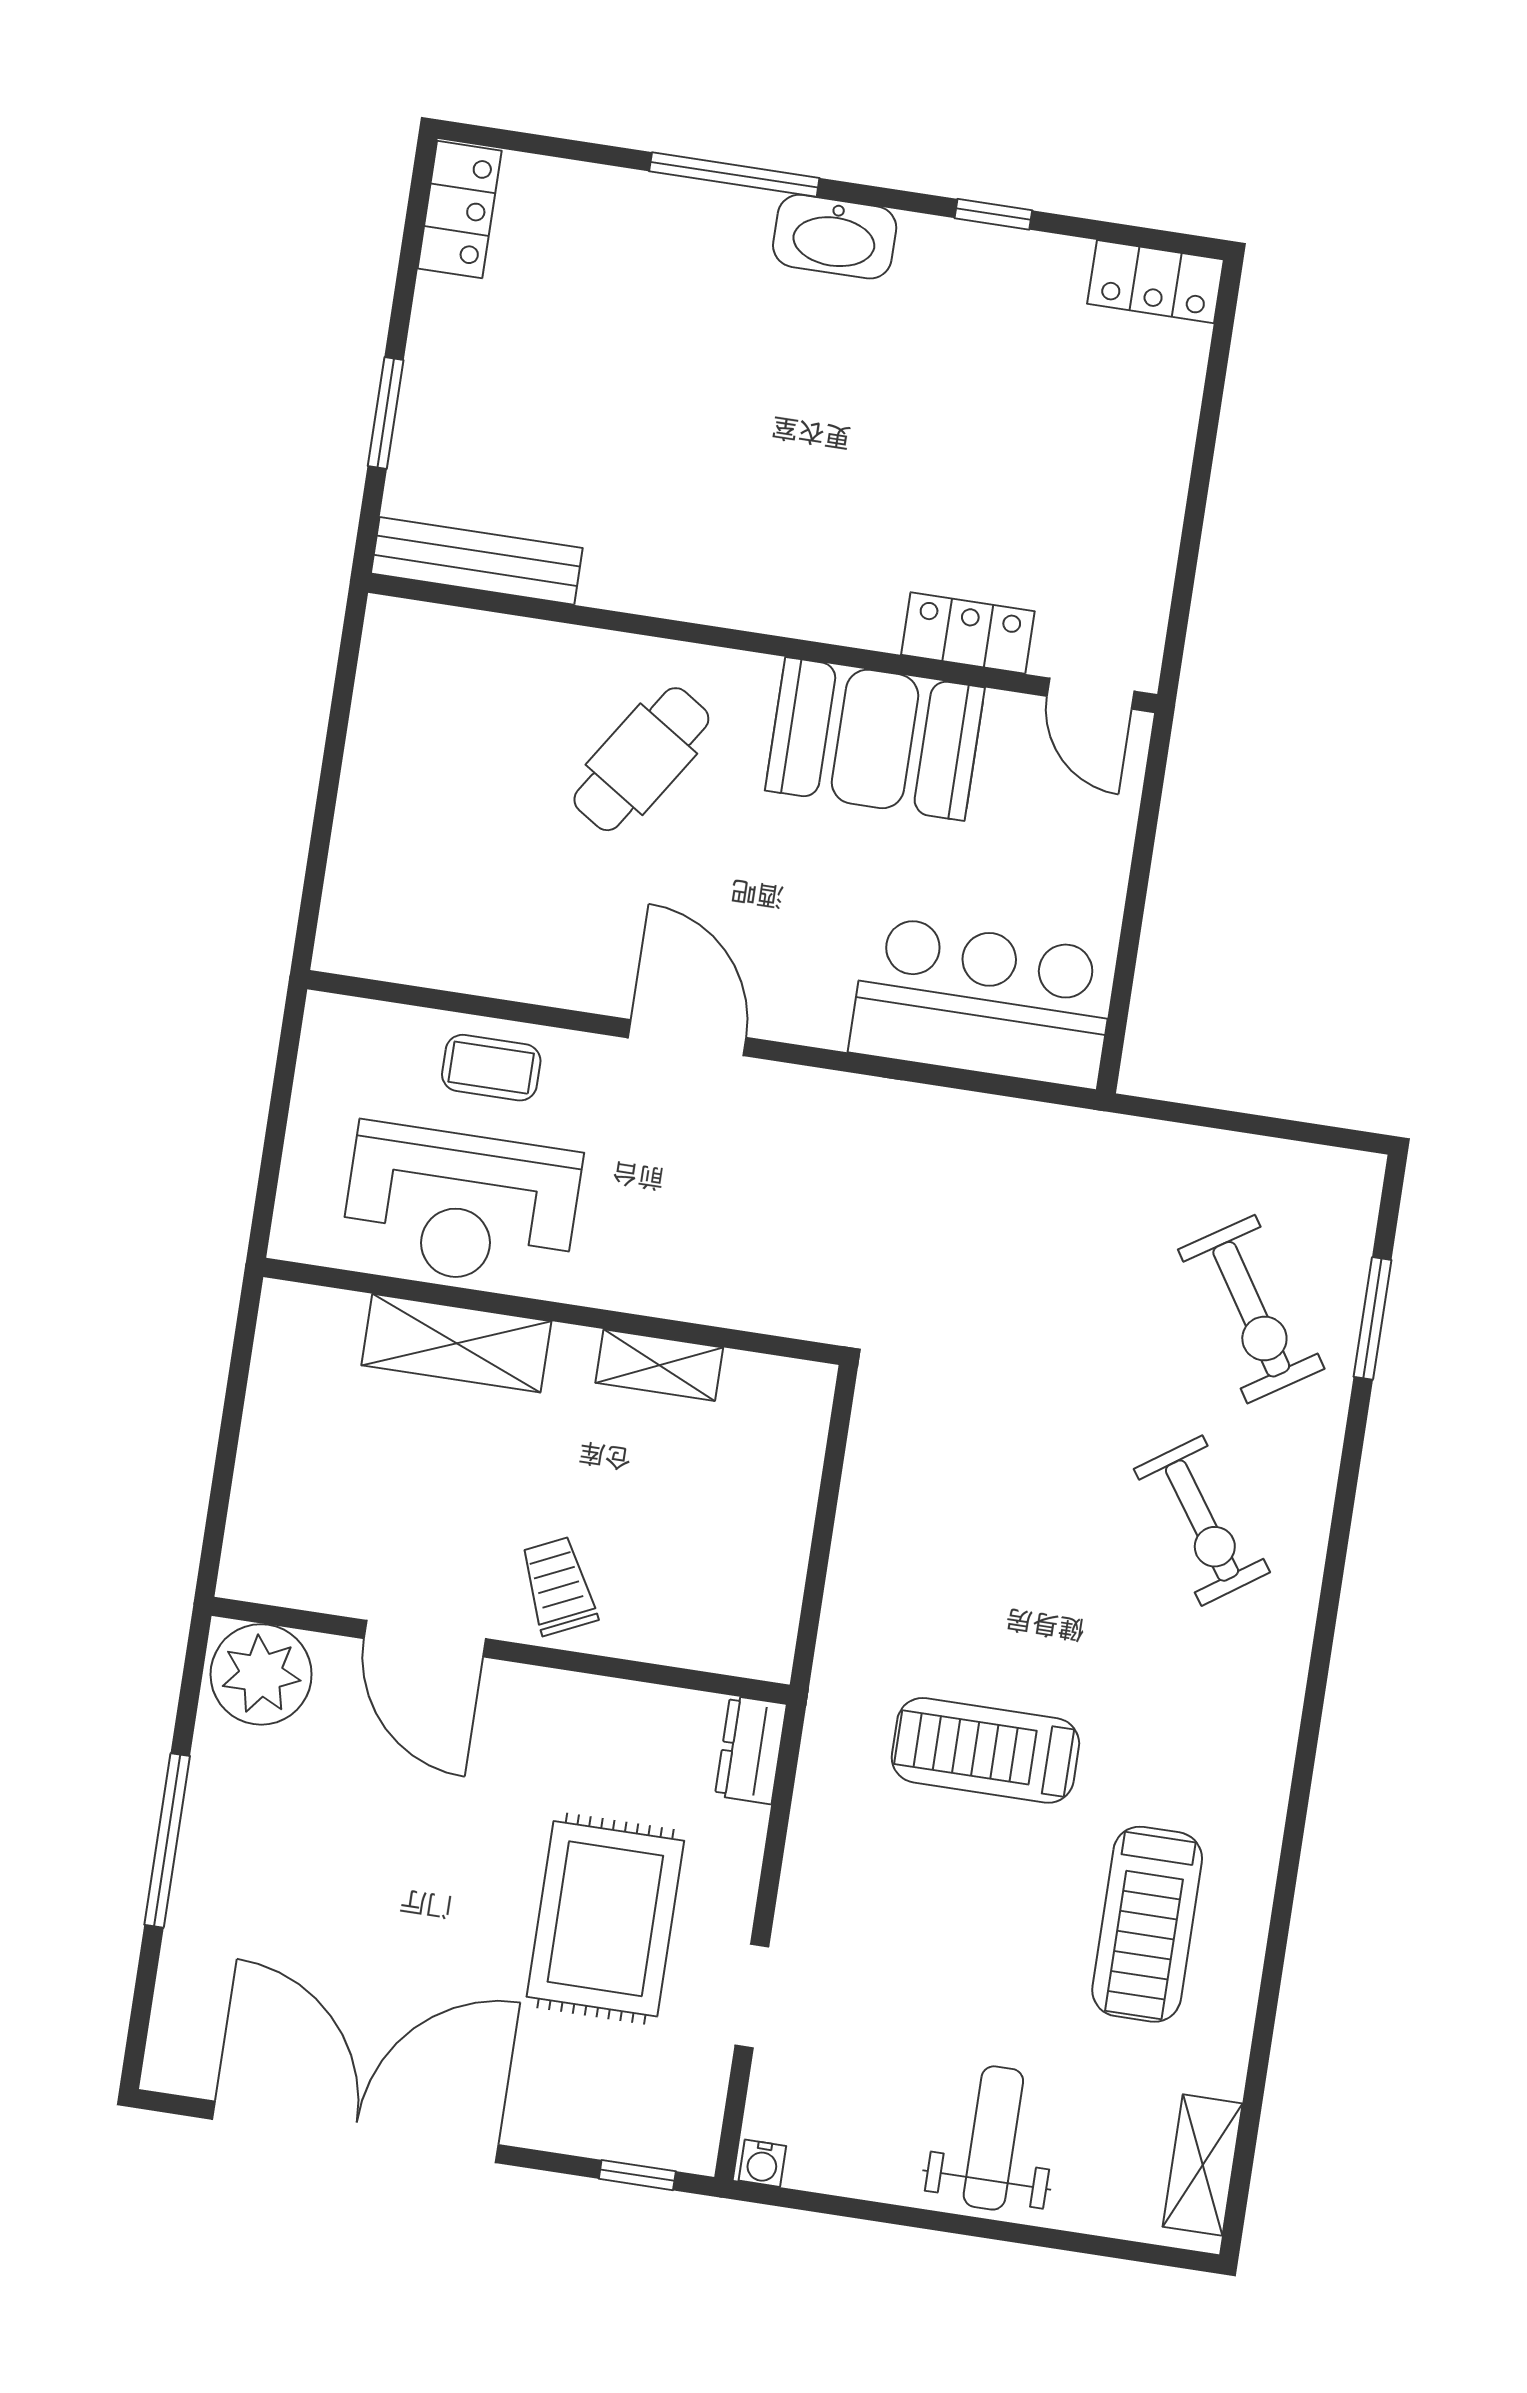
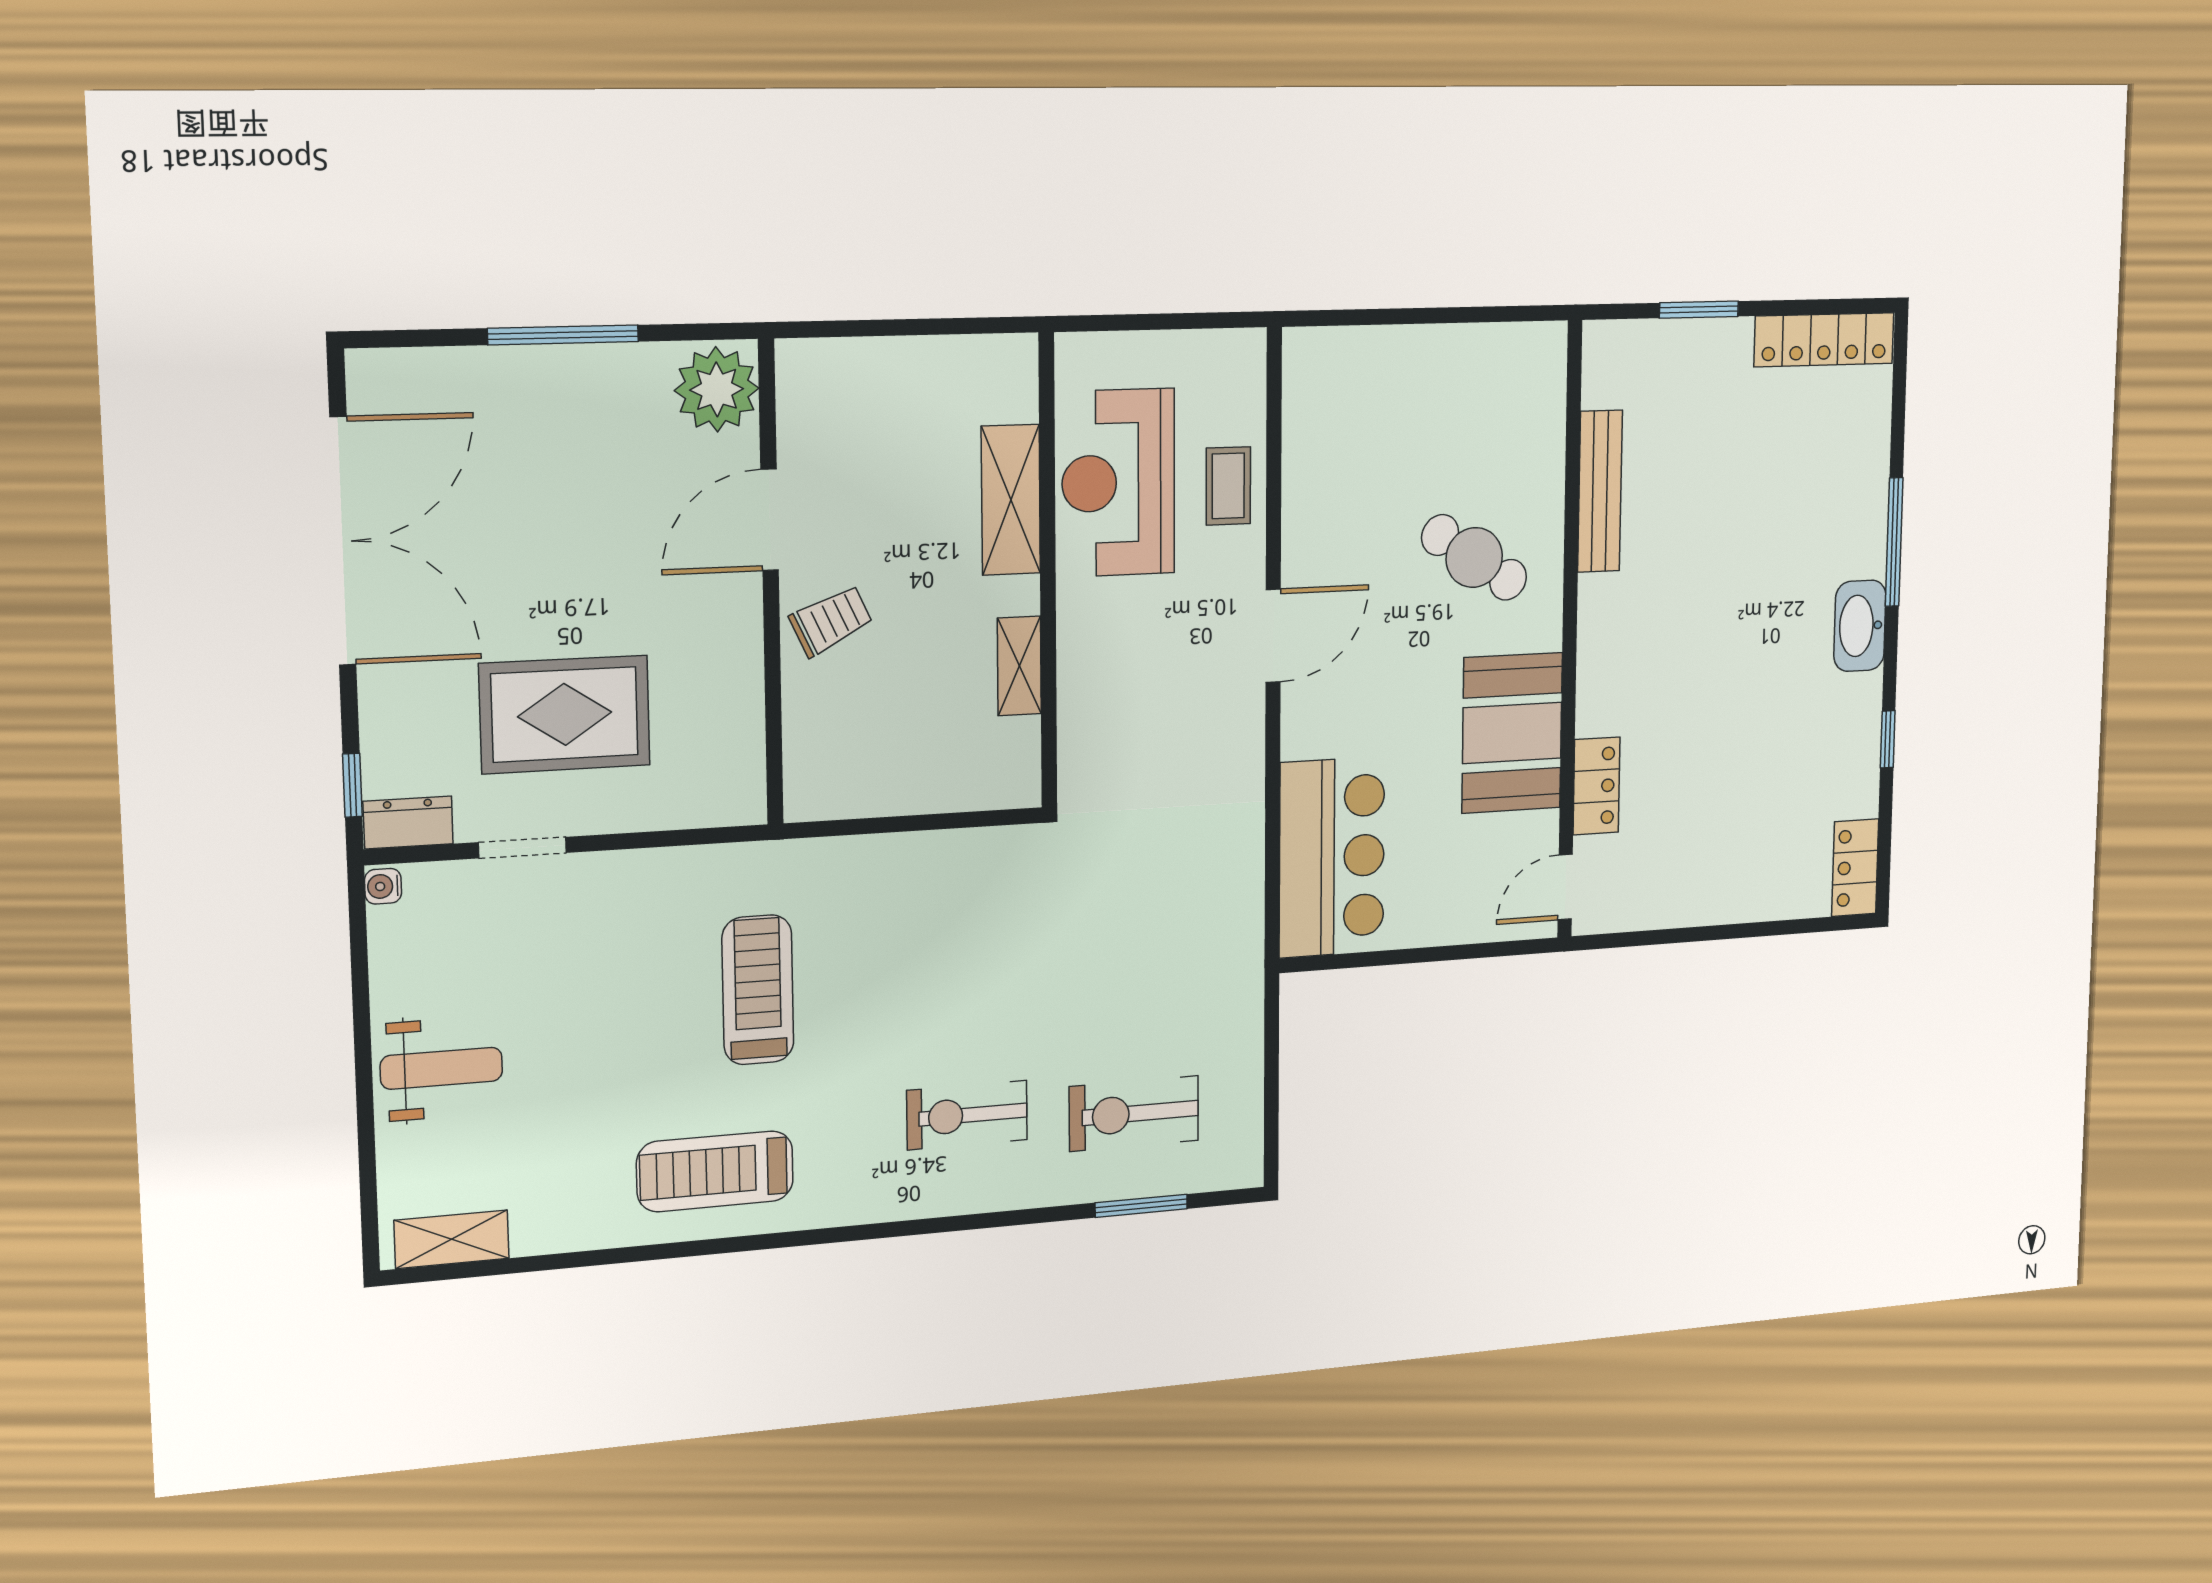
locker: (460, 210) -> (1824, 340), width x1.53
bench: (477, 561) -> (1600, 491), moved
exercise bike: (1251, 1309) -> (1134, 1114), turned 33
exercise bike: (1202, 1521) -> (967, 1115), turned 35
dresser: (751, 1750) -> (408, 822), moved
treadmill: (1147, 1924) -> (715, 1171), moved

